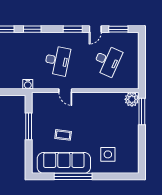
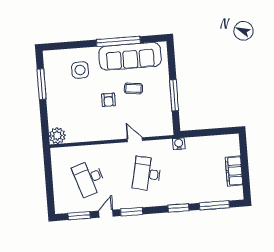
desk: (107, 61) -> (89, 178), turned -42
window: (142, 112) -> (42, 84), moved
armchair: (85, 127) -> (108, 100), added

